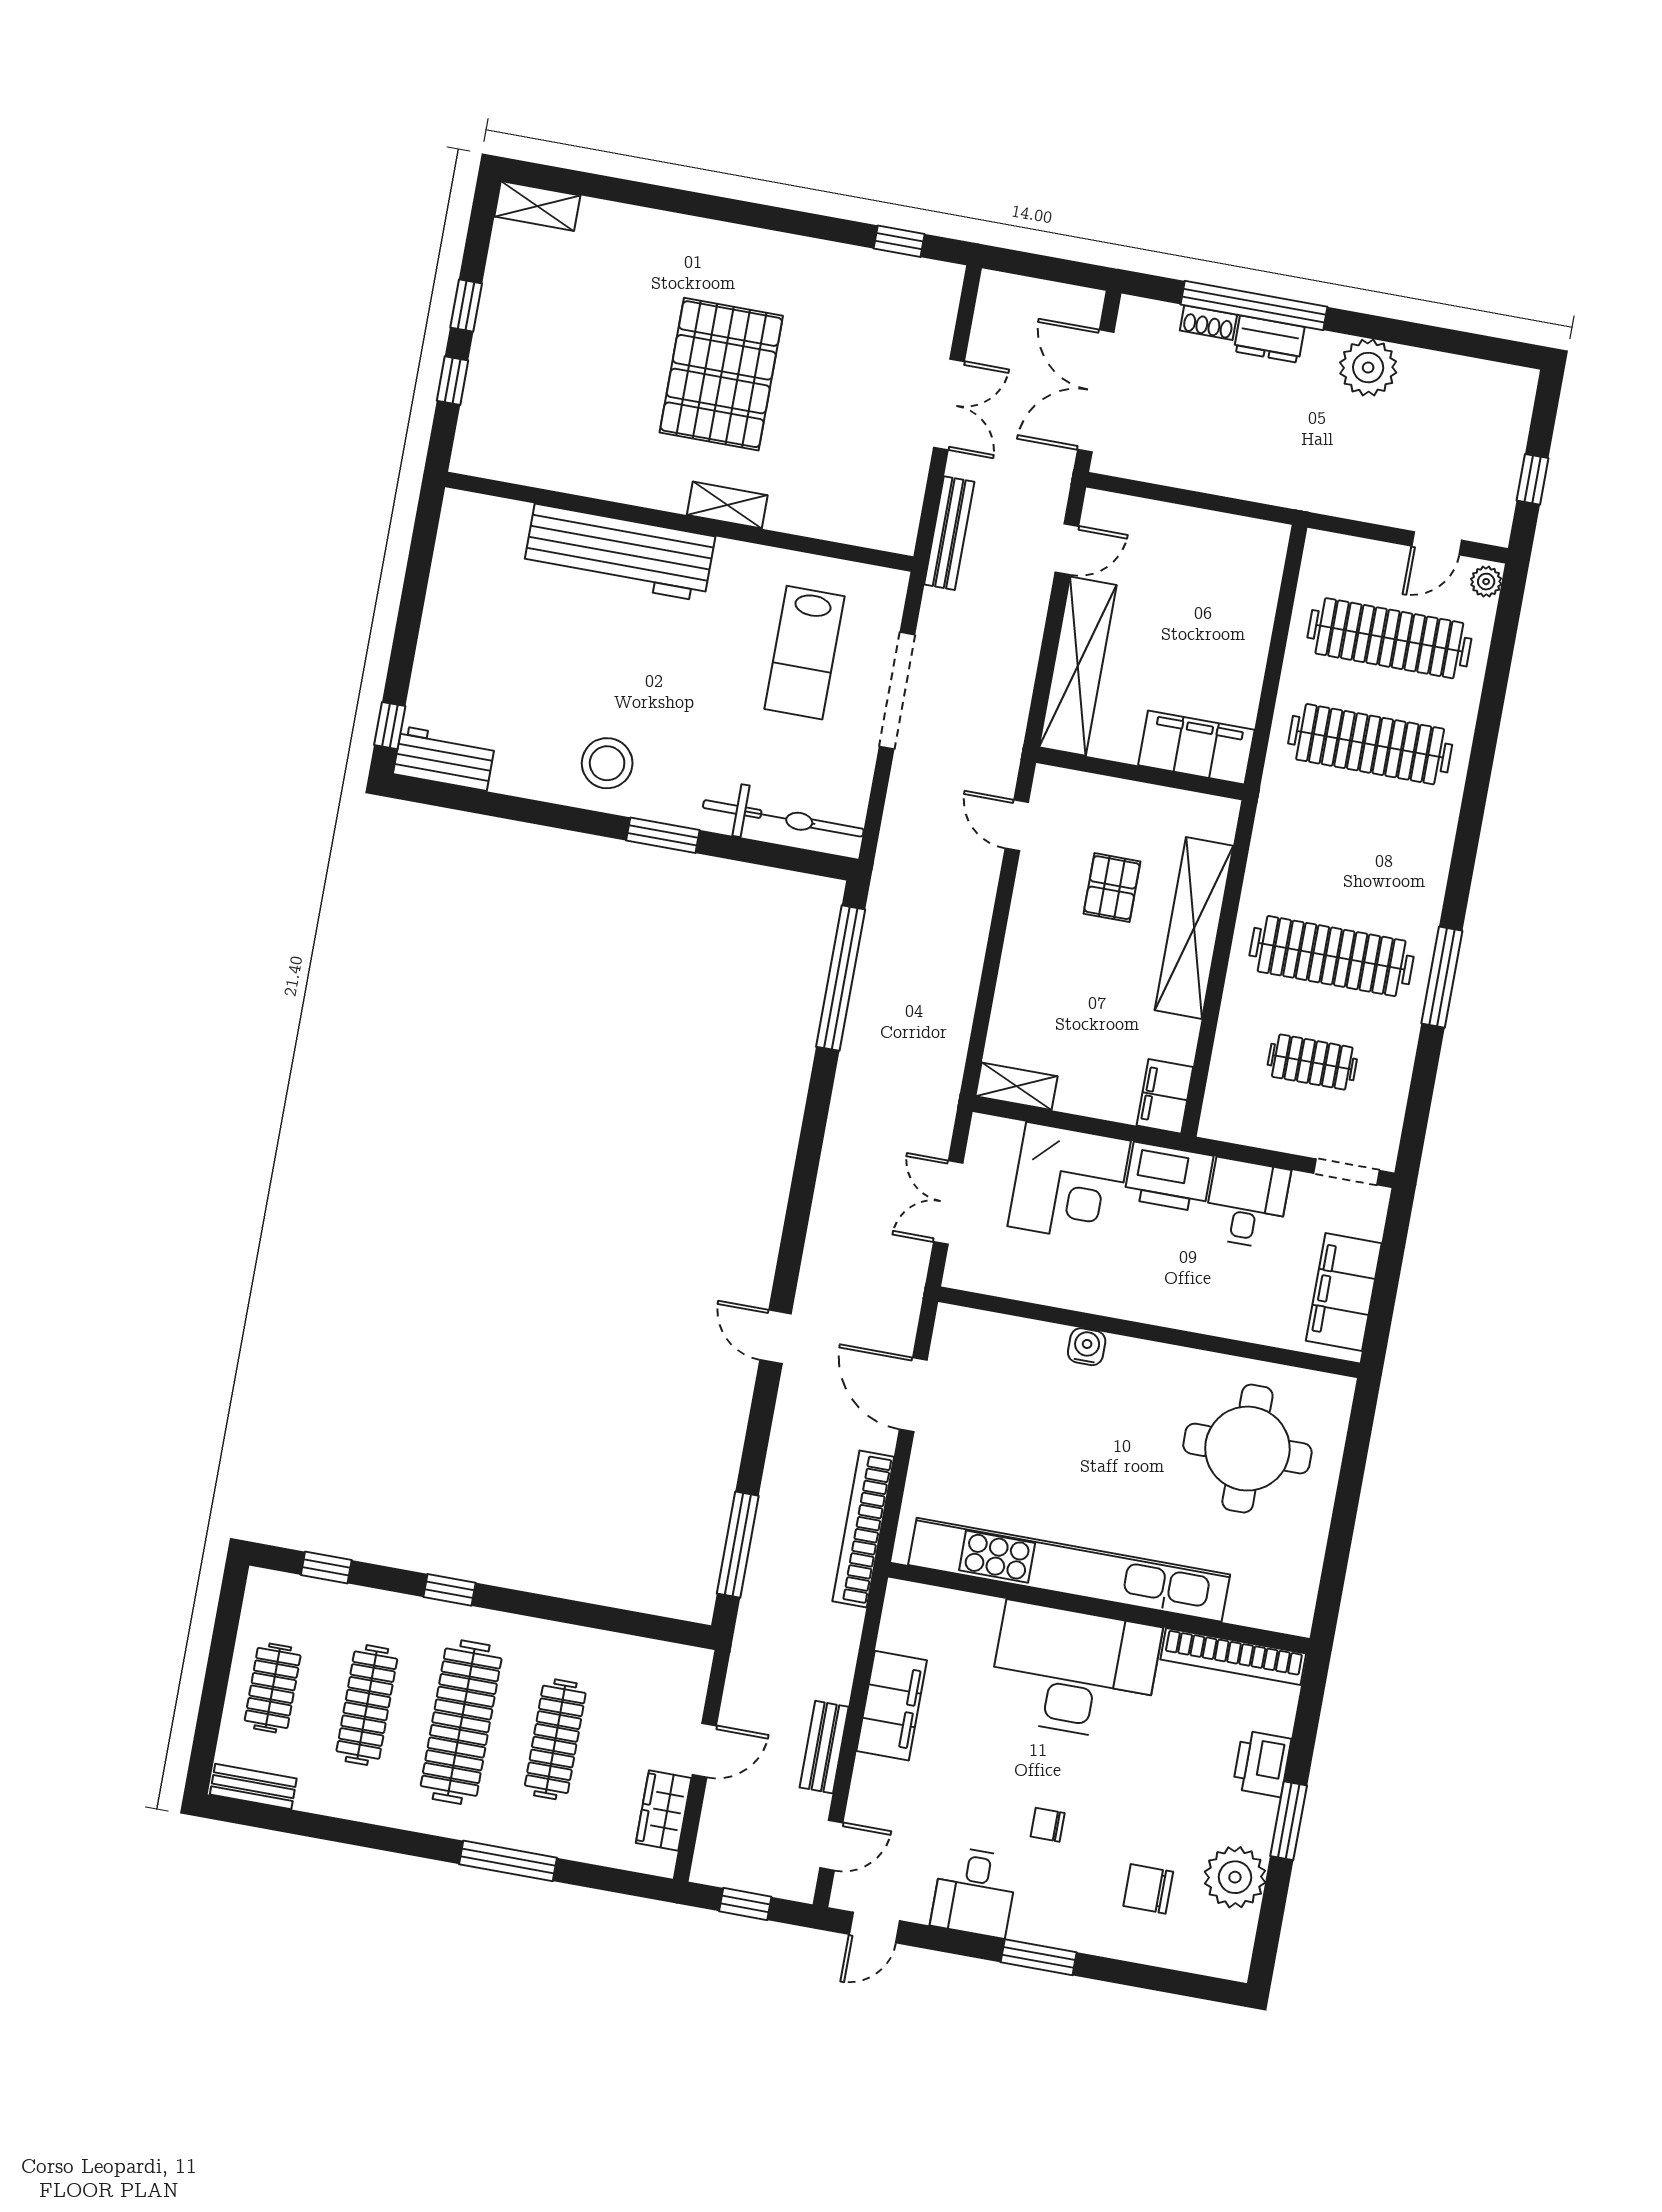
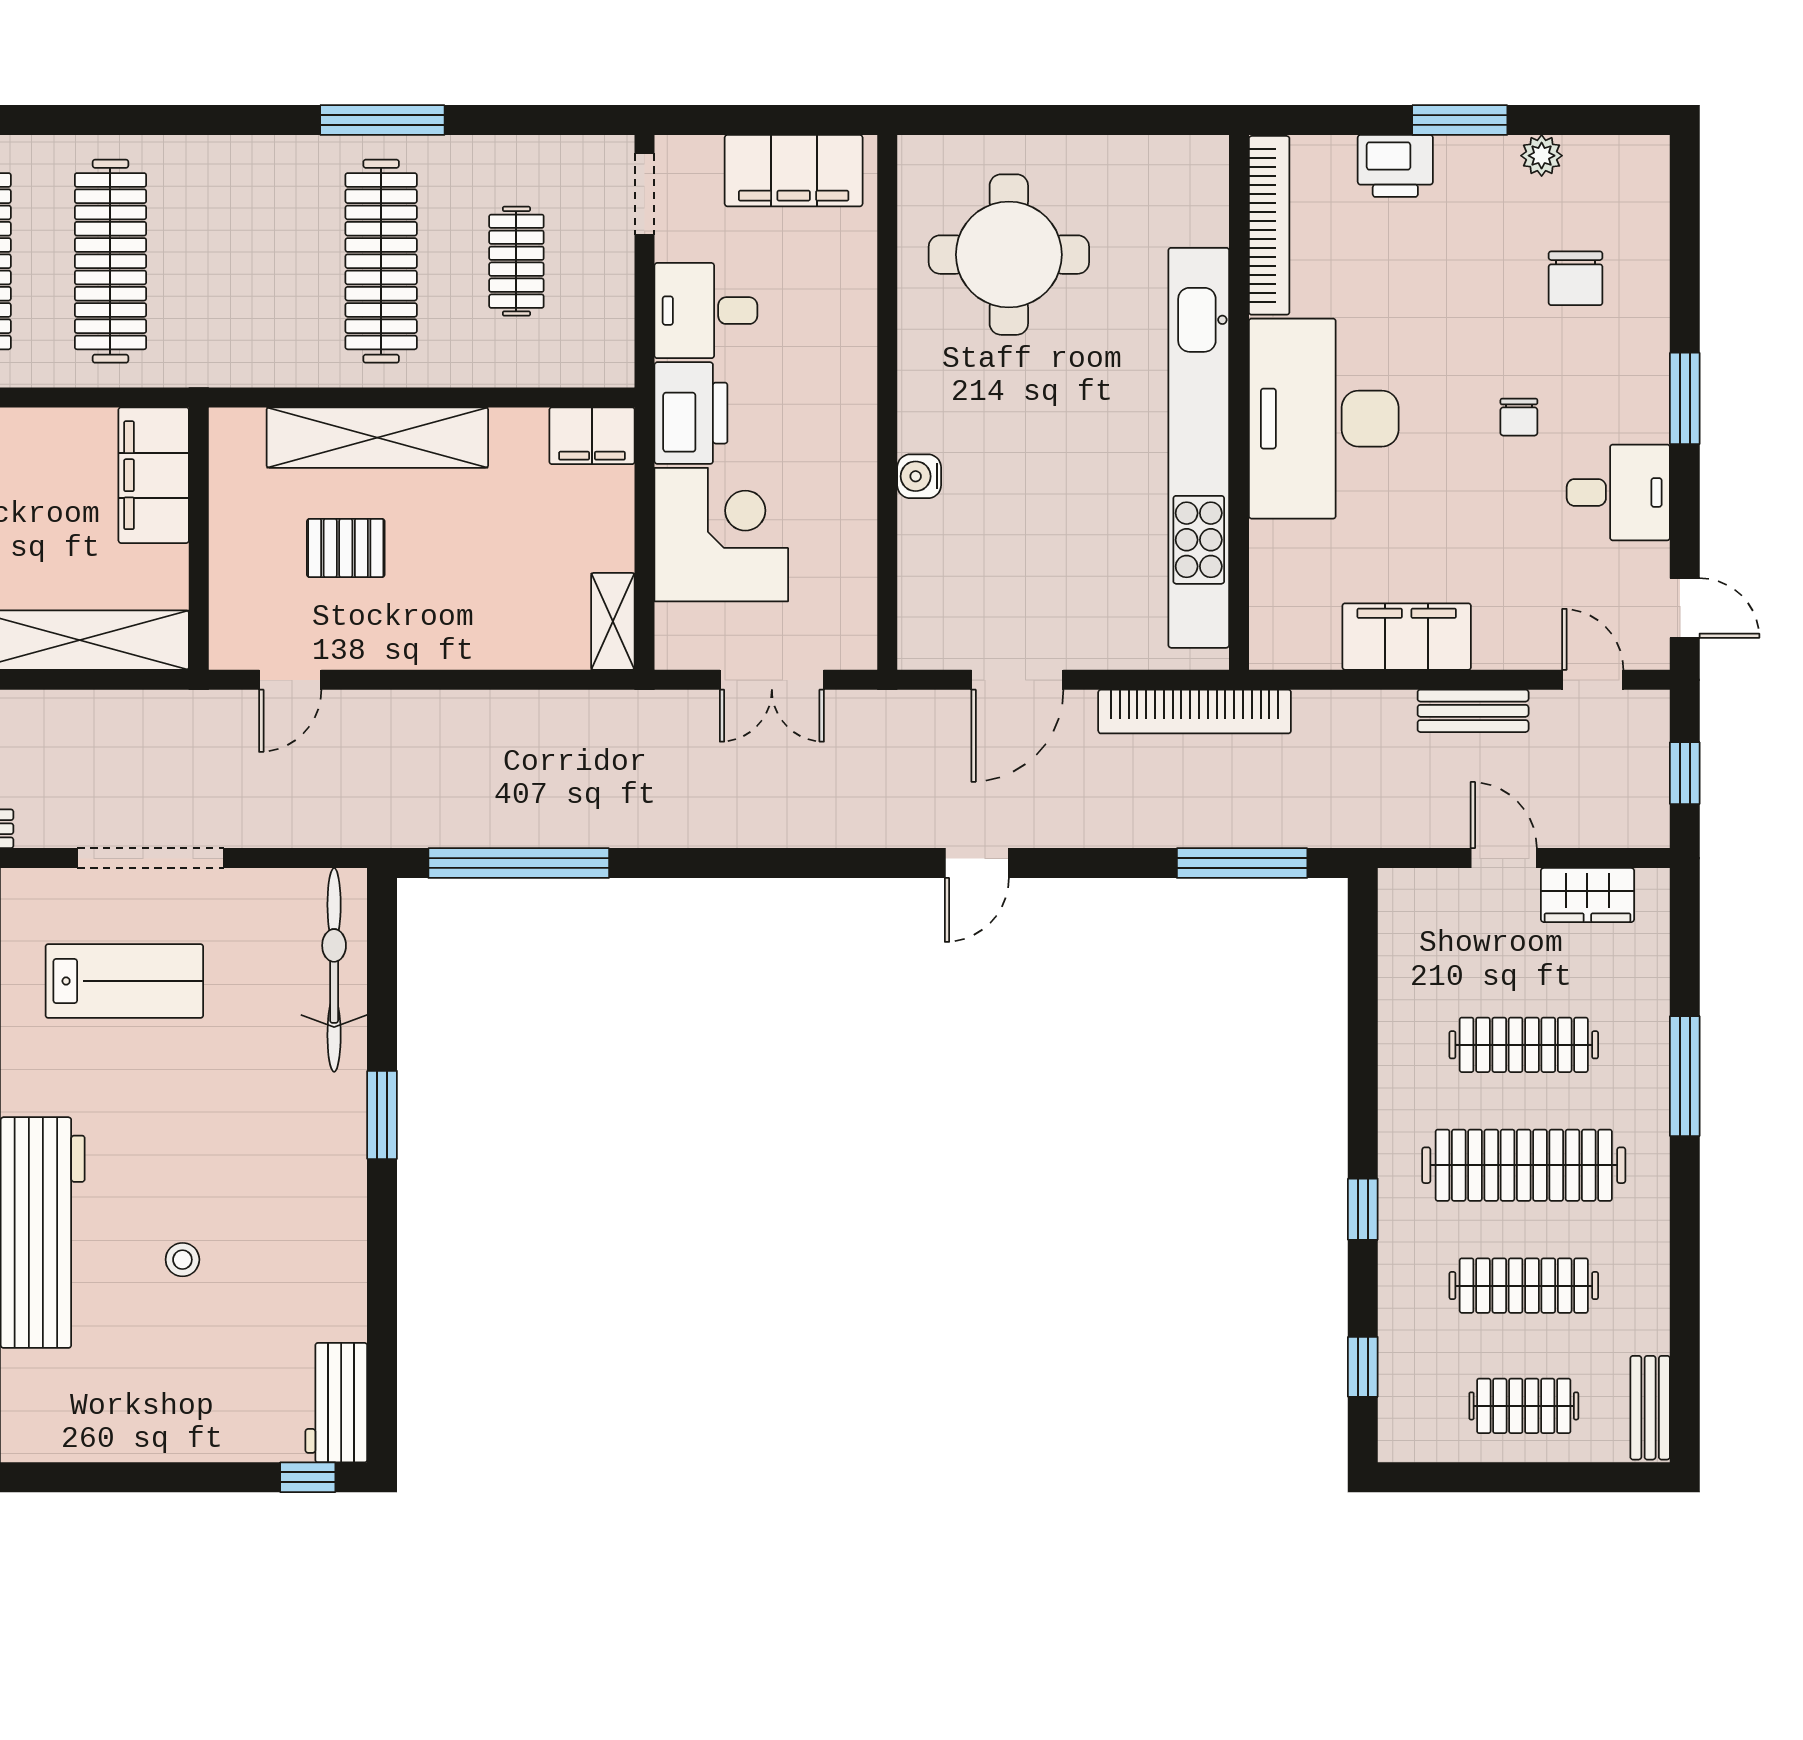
stool: (607, 763) -> (182, 1260), moved, width x0.53, depth x0.53
plant: (1235, 1877) -> (1542, 156), width x0.53, depth x0.53

